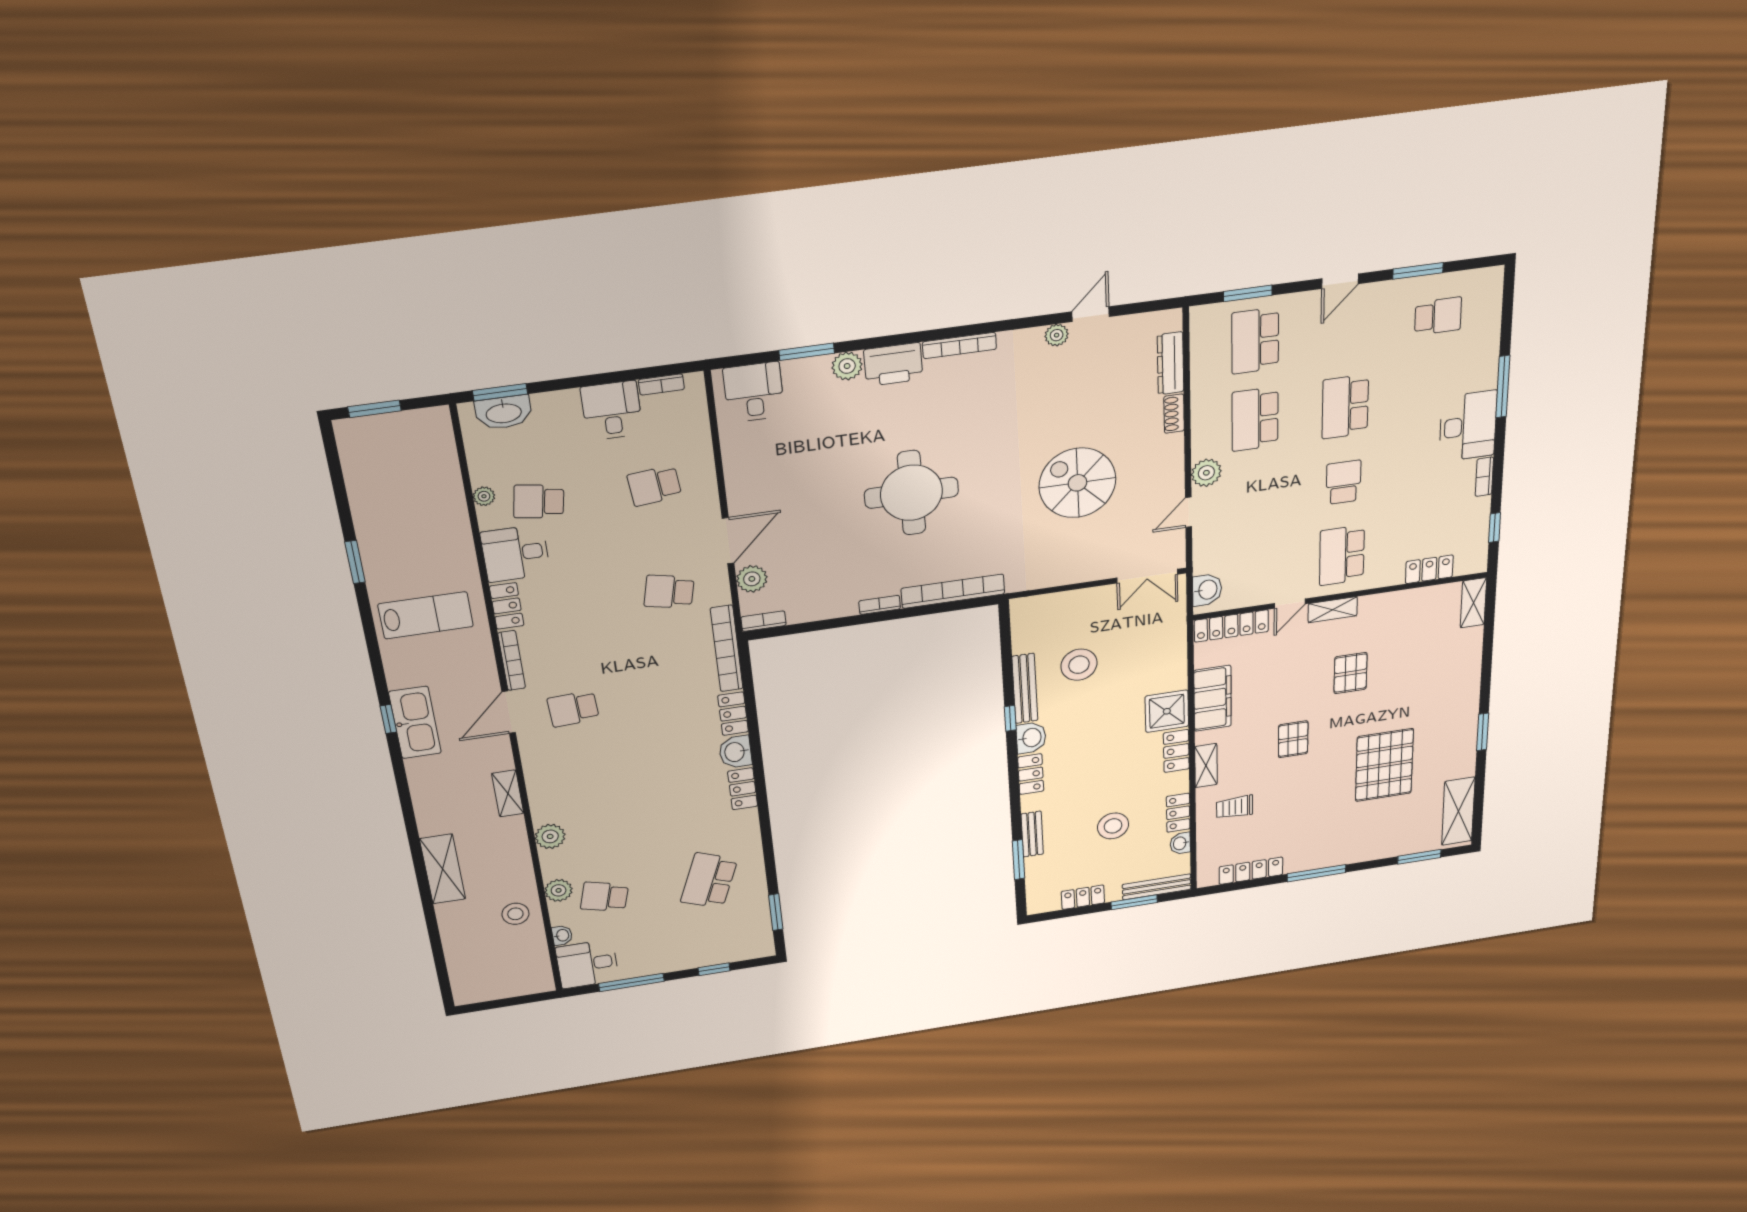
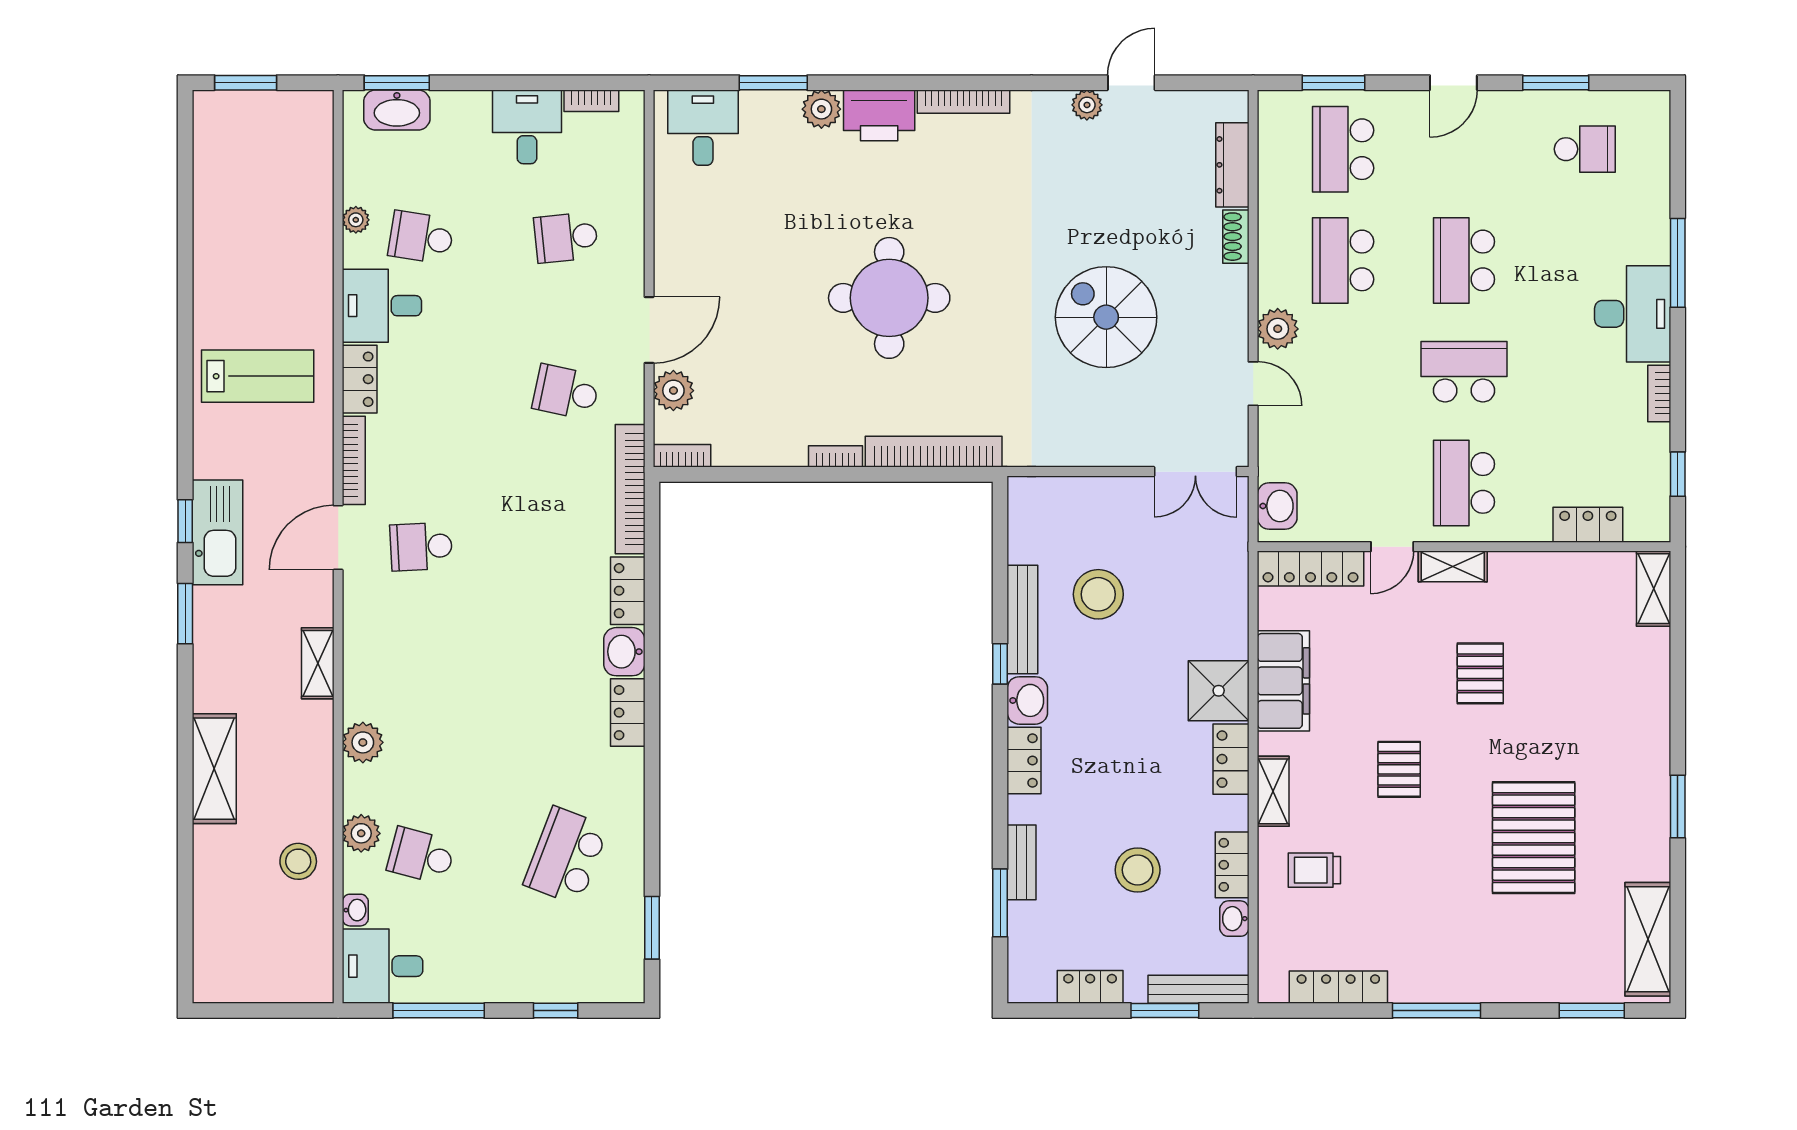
school desk: (1344, 482) -> (1464, 372), width x1.85
door: (1189, 512) -> (1253, 384), swing flipped
window: (355, 562) -> (185, 614), moved

